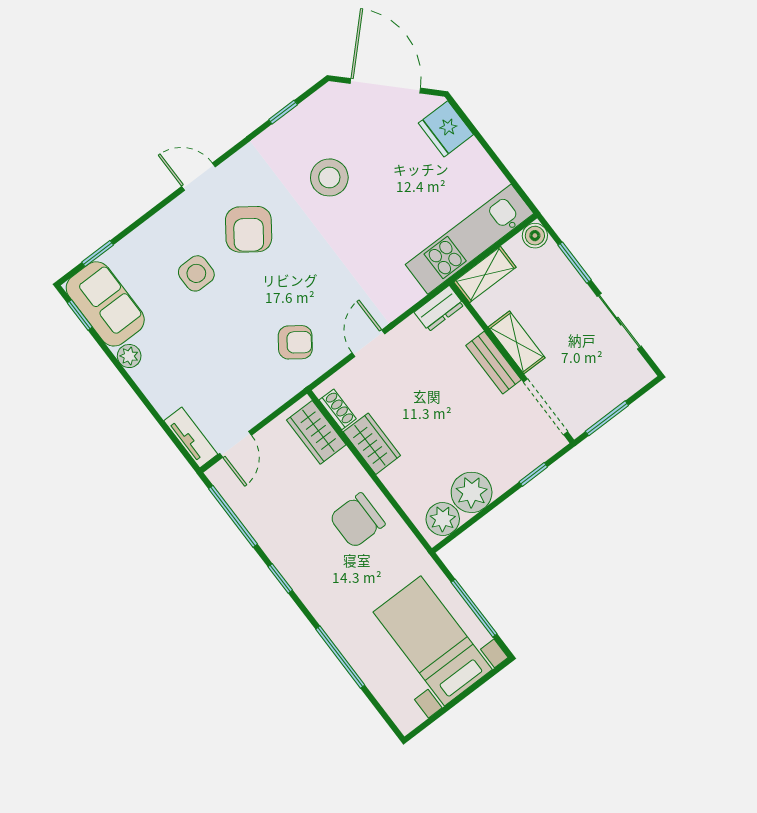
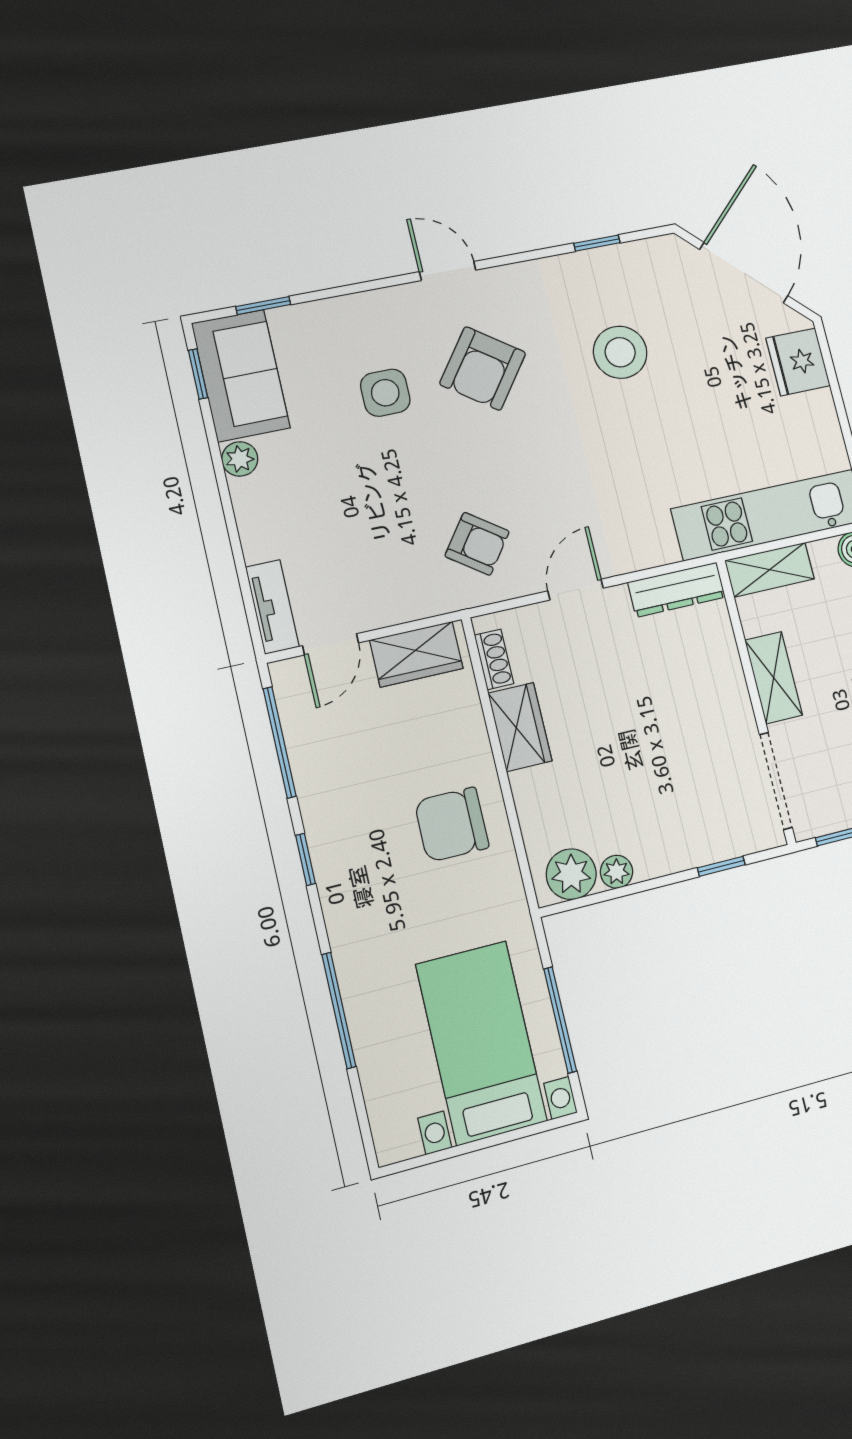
dresser: (439, 309) -> (677, 590), width x1.44
bench: (494, 363) -> (732, 691), removed
wardrobe: (316, 432) -> (416, 654), moved, turned -90
plant: (472, 492) -> (617, 872), width x0.53, depth x0.53

